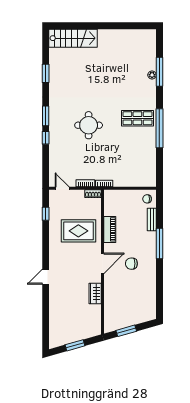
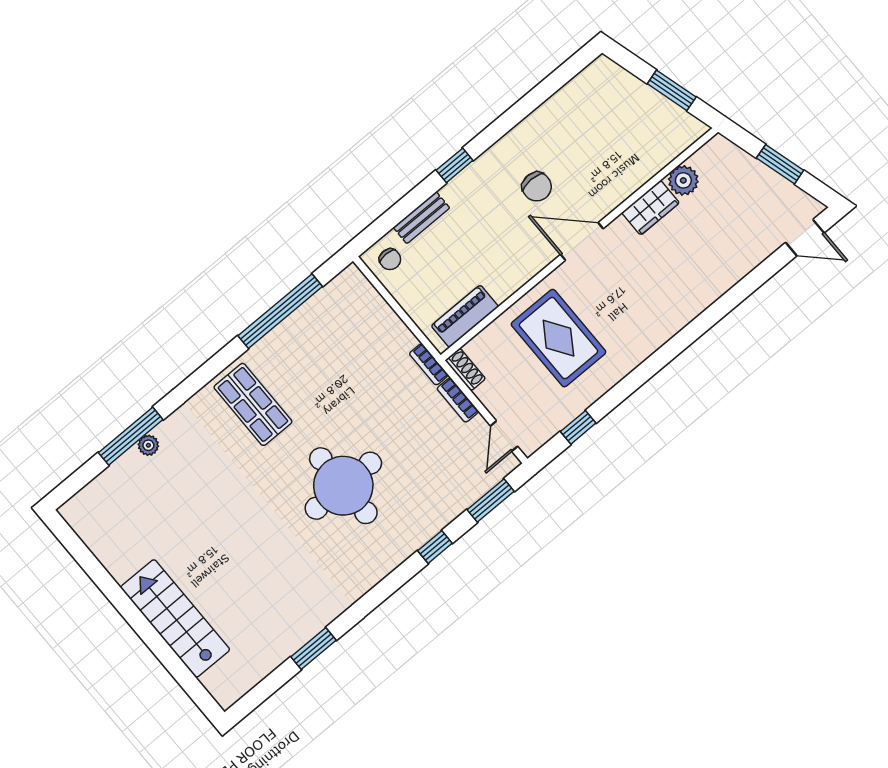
stairs: (73, 38) -> (175, 618), moved
window: (46, 116) -> (491, 500), moved
round table: (89, 125) -> (343, 486), width x1.36, depth x1.36
window: (159, 128) -> (280, 311), moved
piano: (110, 229) -> (465, 316), moved
window: (159, 243) -> (455, 165), width x0.46
door: (46, 277) -> (805, 238), moved
plant: (95, 311) -> (683, 180), added

